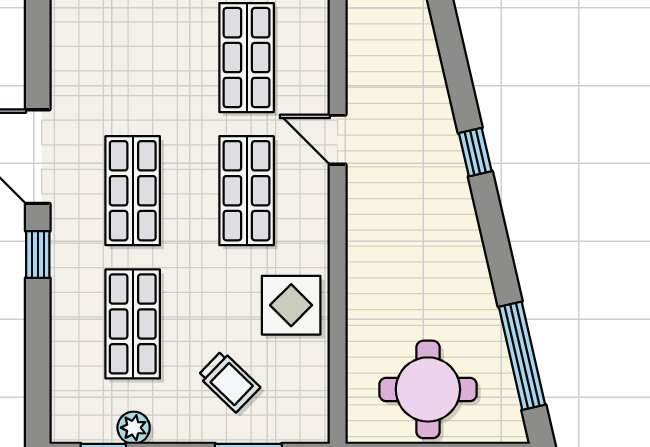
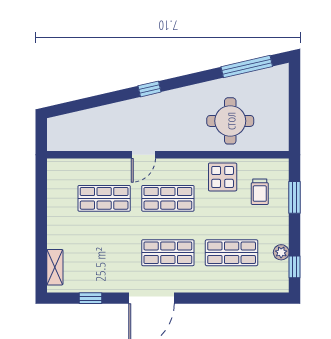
window: (38, 255) -> (90, 298), moved
trolley: (229, 381) -> (260, 192), moved, turned 136
round table: (428, 389) -> (230, 121), moved

